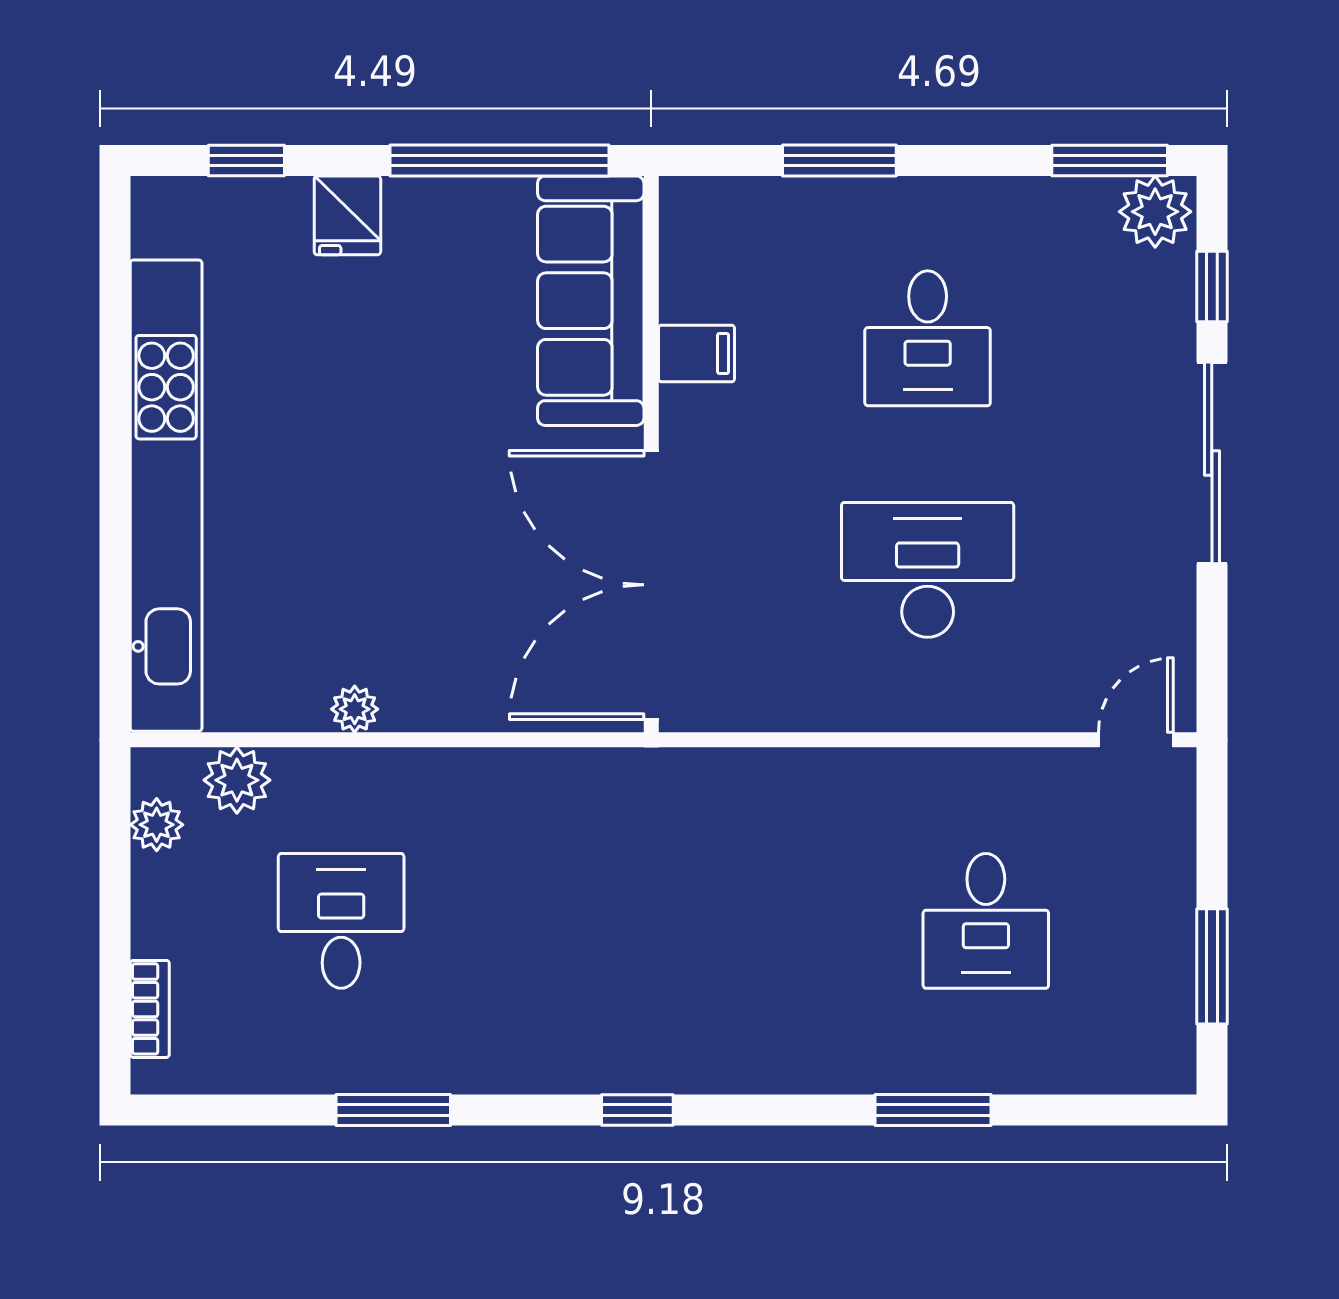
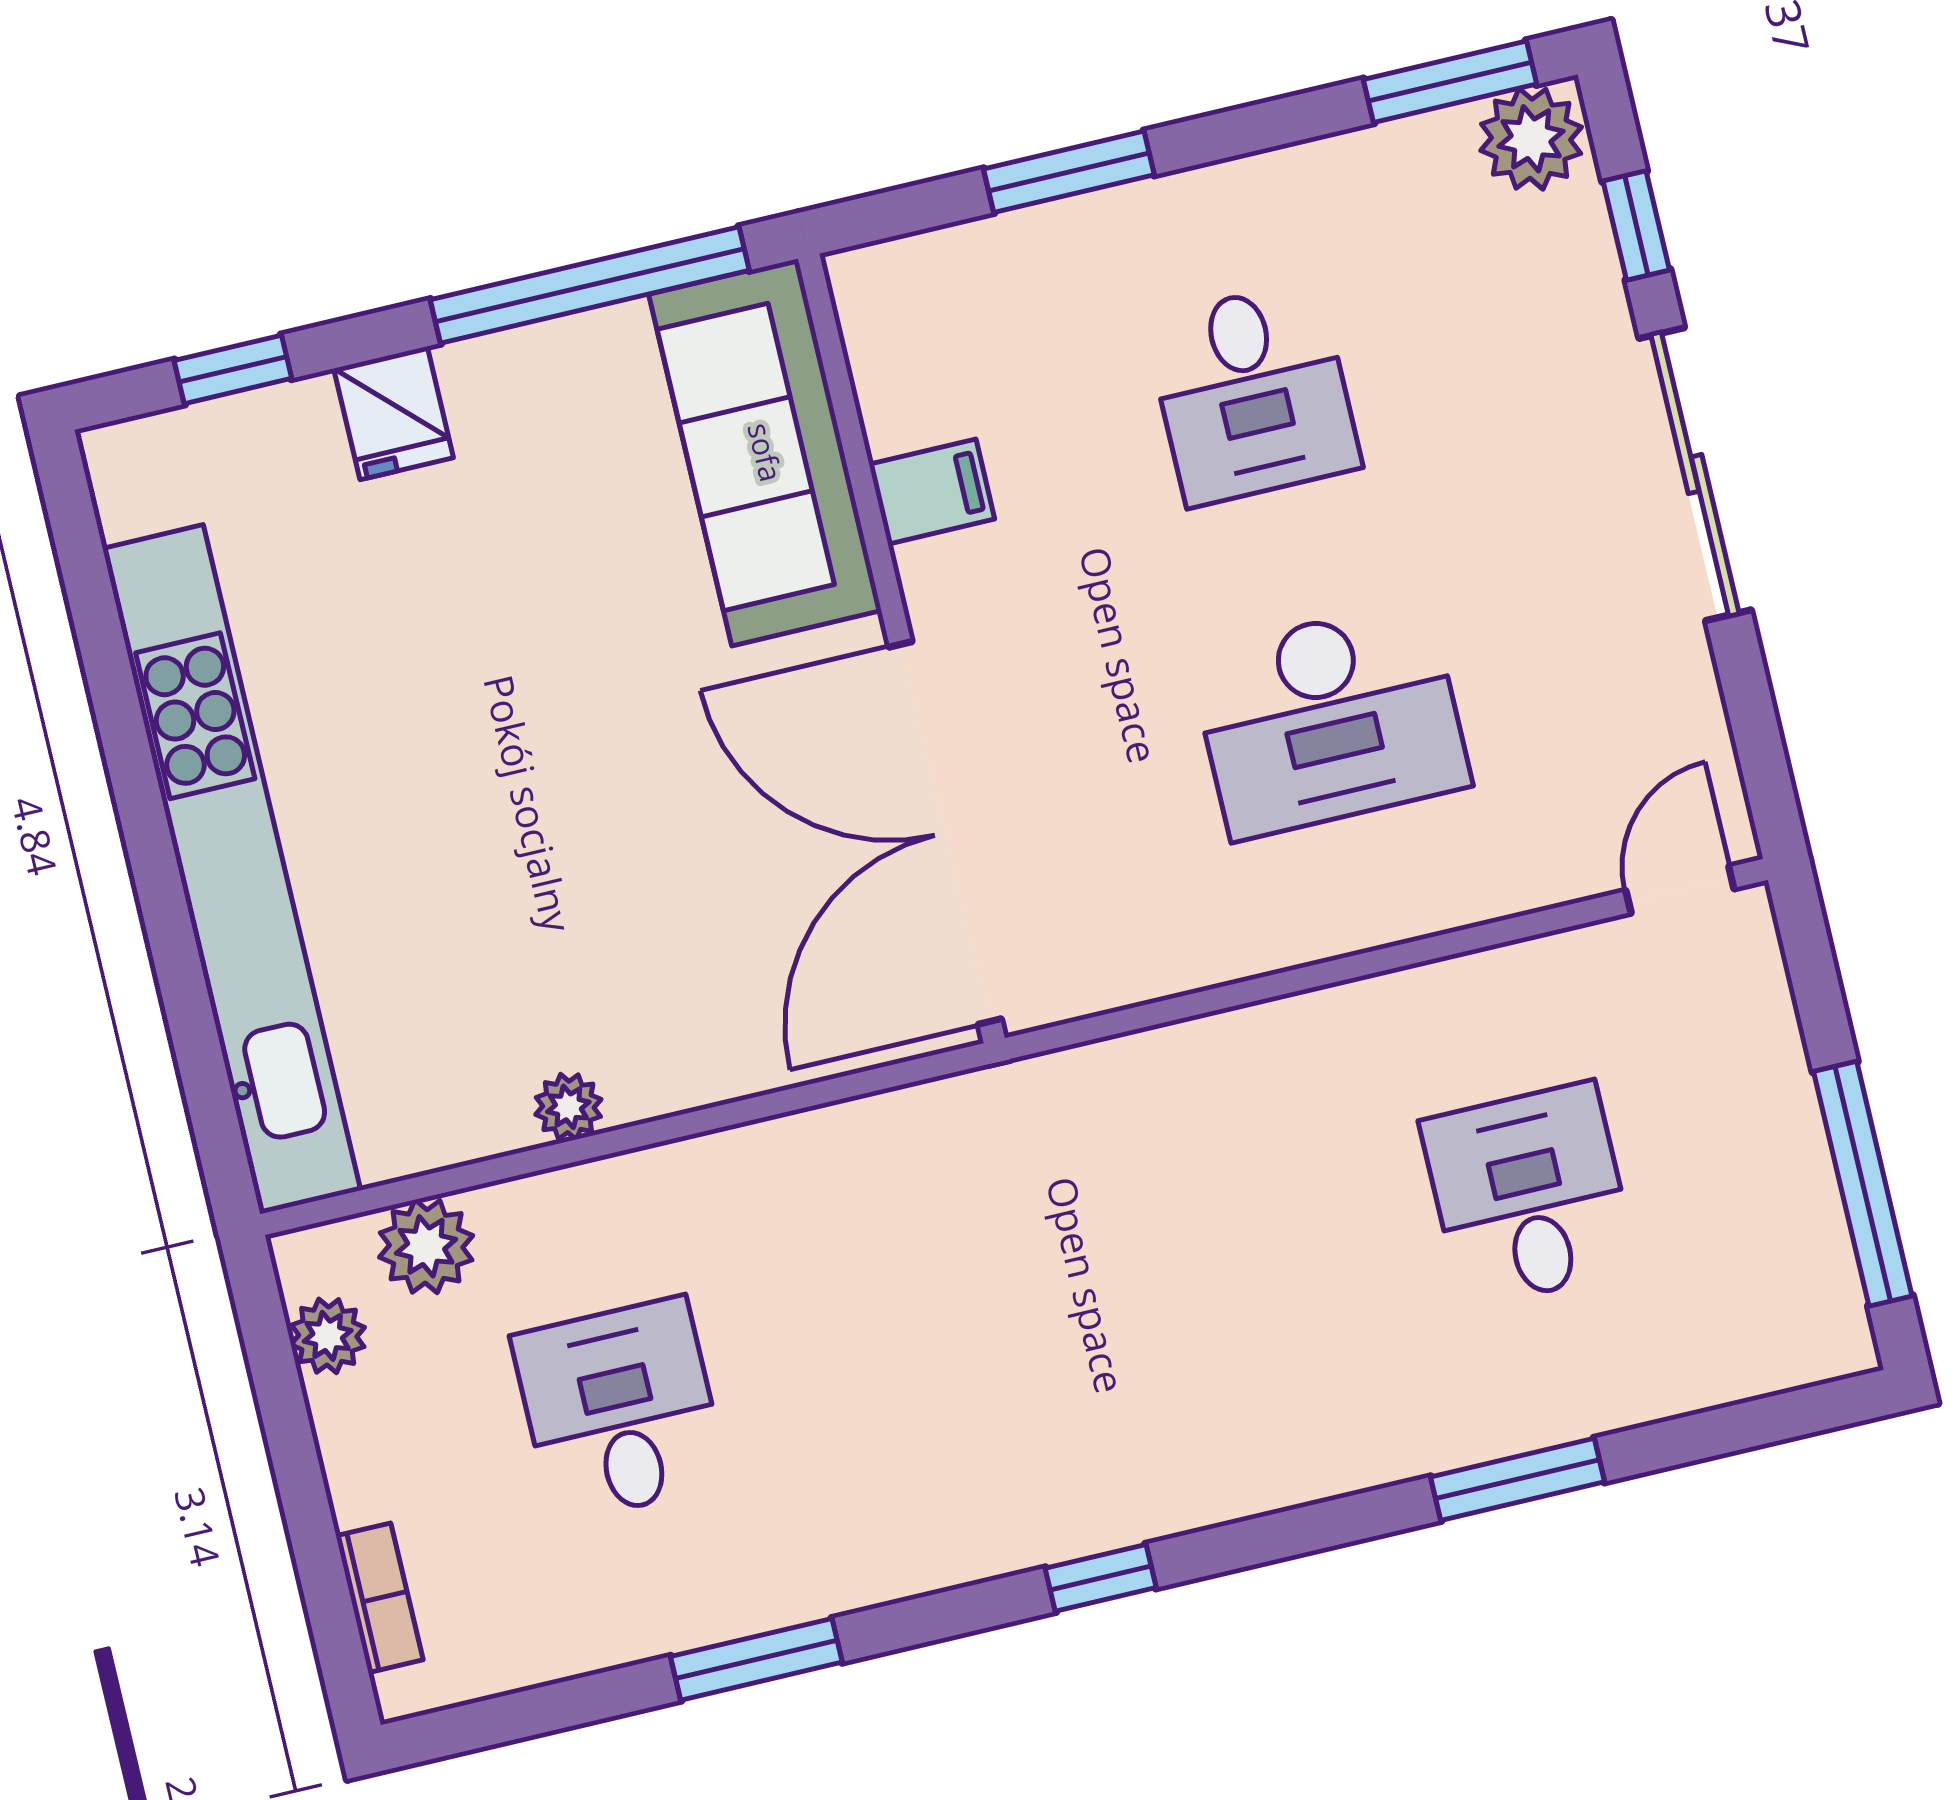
desk: (928, 570) -> (1330, 720), turned 180
desk: (986, 921) -> (1529, 1195), turned 180
window: (1212, 966) -> (1863, 1184), width x1.44

